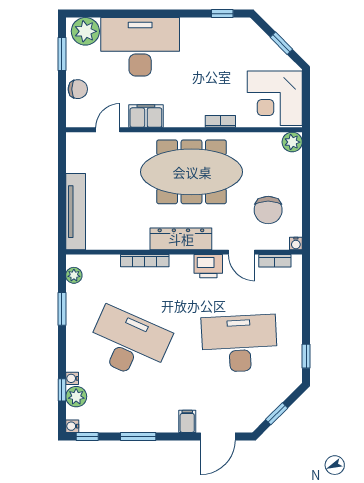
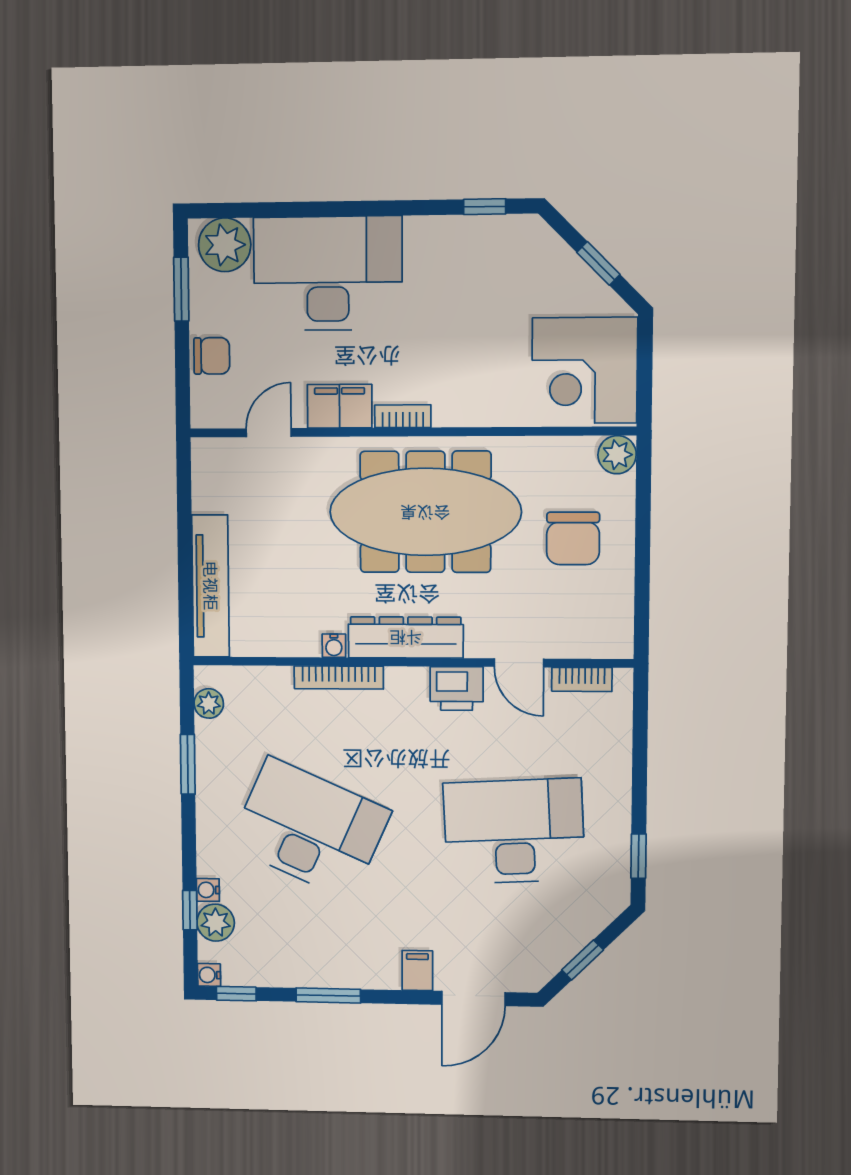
bookcase: (220, 121) -> (403, 416), moved
chair: (268, 210) -> (573, 538), moved
water cooler: (296, 244) -> (334, 646), moved

